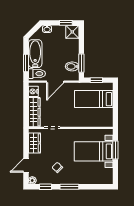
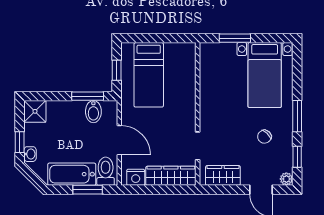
window: (66, 23) -> (20, 142), moved
bed with nightstands: (94, 151) -> (265, 75), moved

